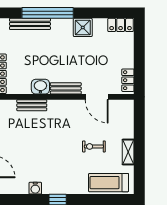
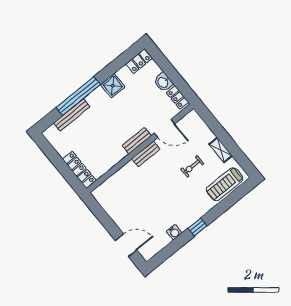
washbasin: (40, 87) -> (163, 82), moved, turned -90
bench: (32, 105) -> (146, 154), moved

